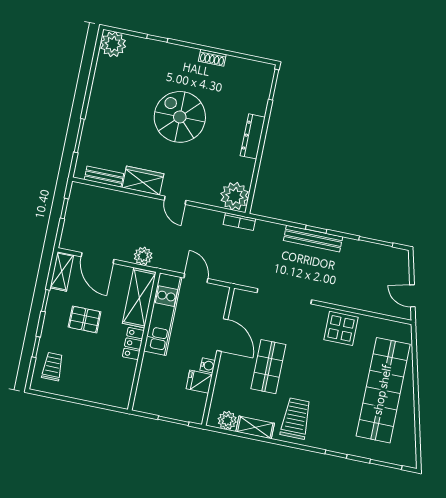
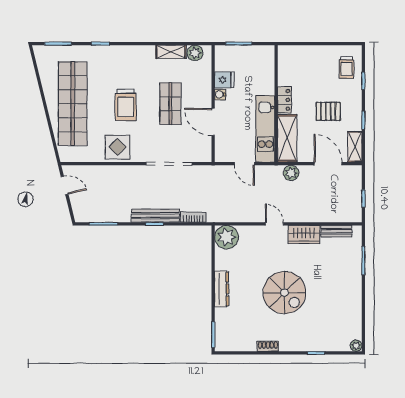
plant: (113, 44) -> (356, 346), width x0.53, depth x0.53
bookcase: (239, 222) -> (193, 217), moved
trolley: (296, 418) -> (126, 105), moved

